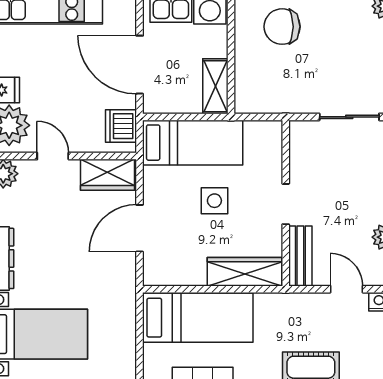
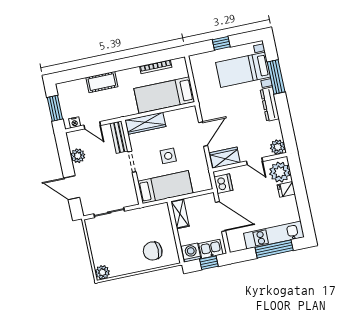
chair: (282, 27) -> (153, 251), turned 180
bed: (193, 143) -> (165, 187), moved, turned 180

